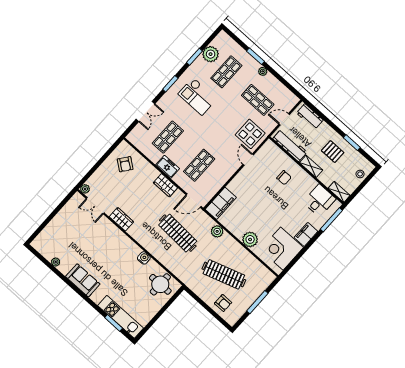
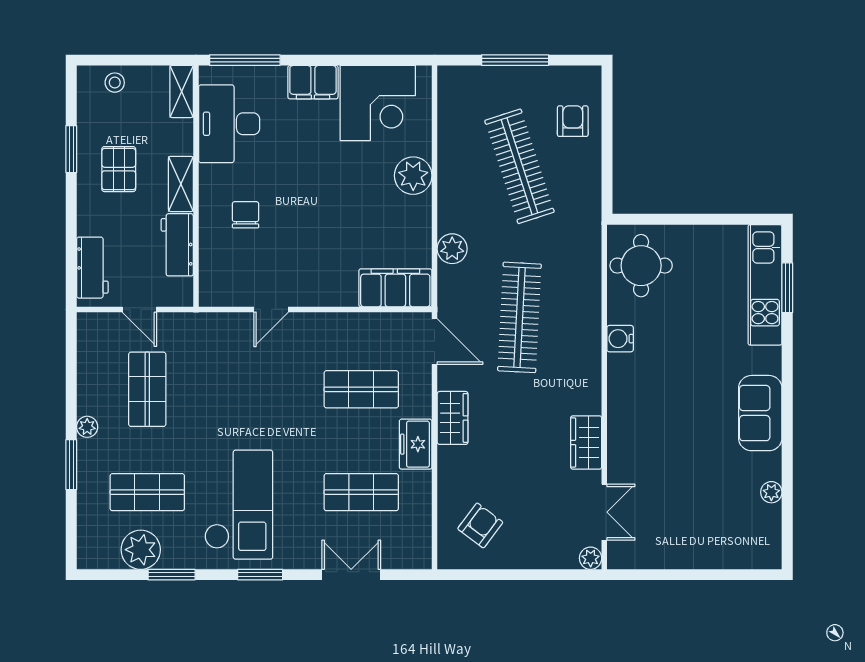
checkout: (198, 96) -> (239, 505), width x1.36, depth x1.21
display table: (250, 134) -> (221, 348), removed
workbench: (290, 145) -> (177, 245), width x0.73
desk: (319, 200) -> (229, 124), width x1.37

